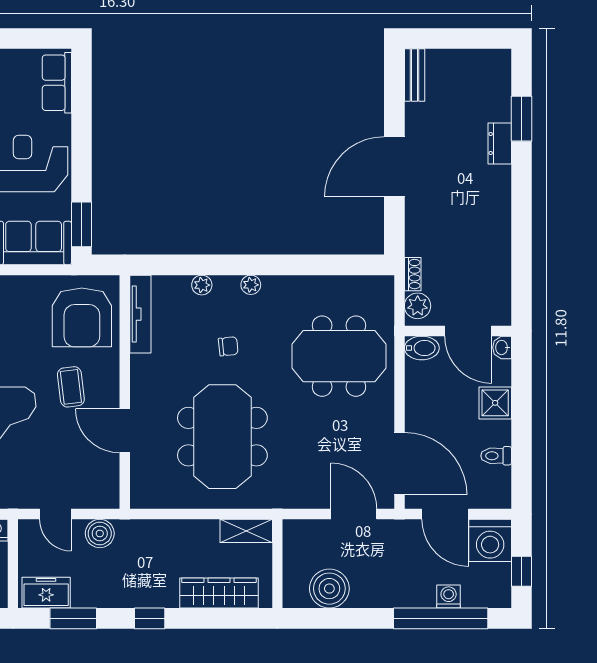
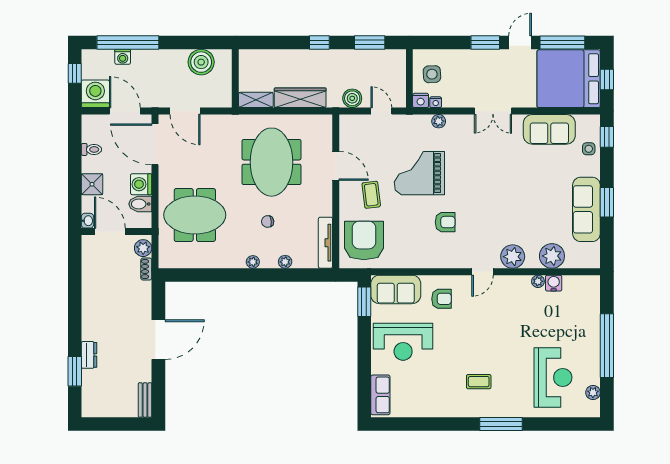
bidet: (422, 348) -> (140, 204), moved
washing machine: (421, 403) -> (141, 184), added
freezer: (46, 593) -> (388, 59), removed
wardrobe: (219, 593) -> (300, 98), moved, turned 180

